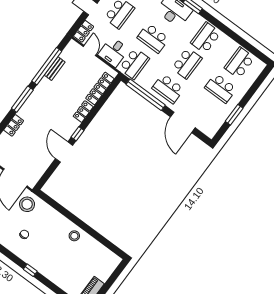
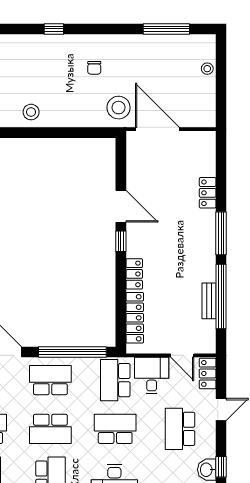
school desk: (187, 63) -> (50, 429), turned -90

